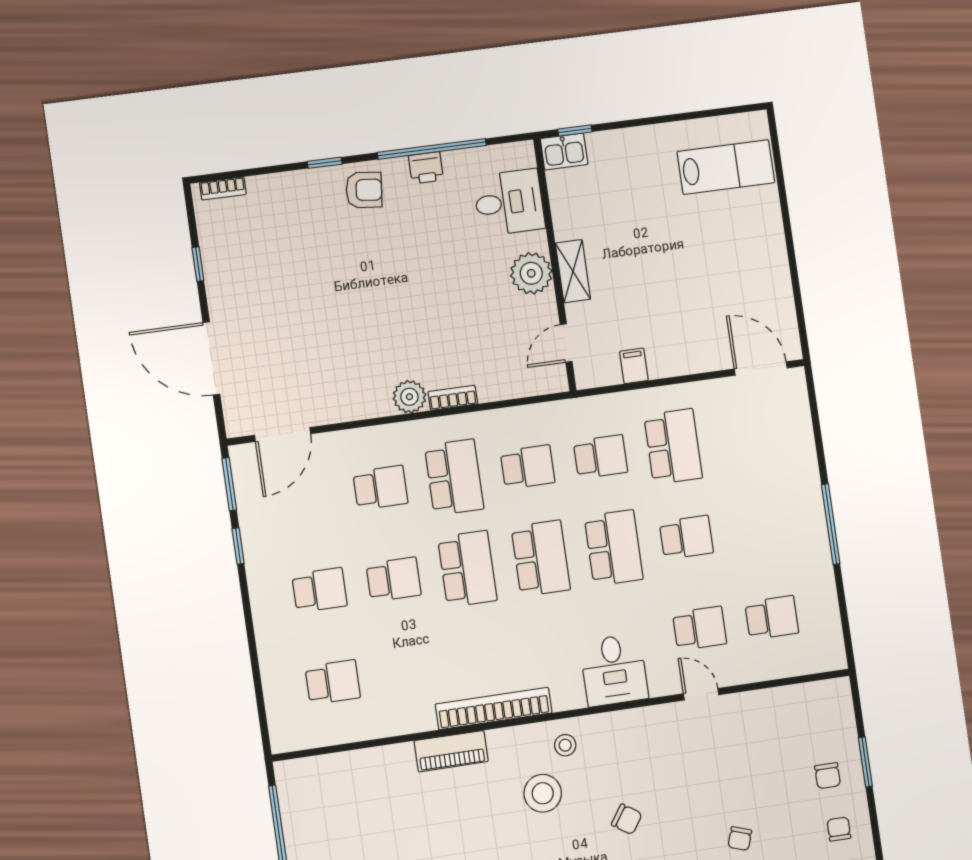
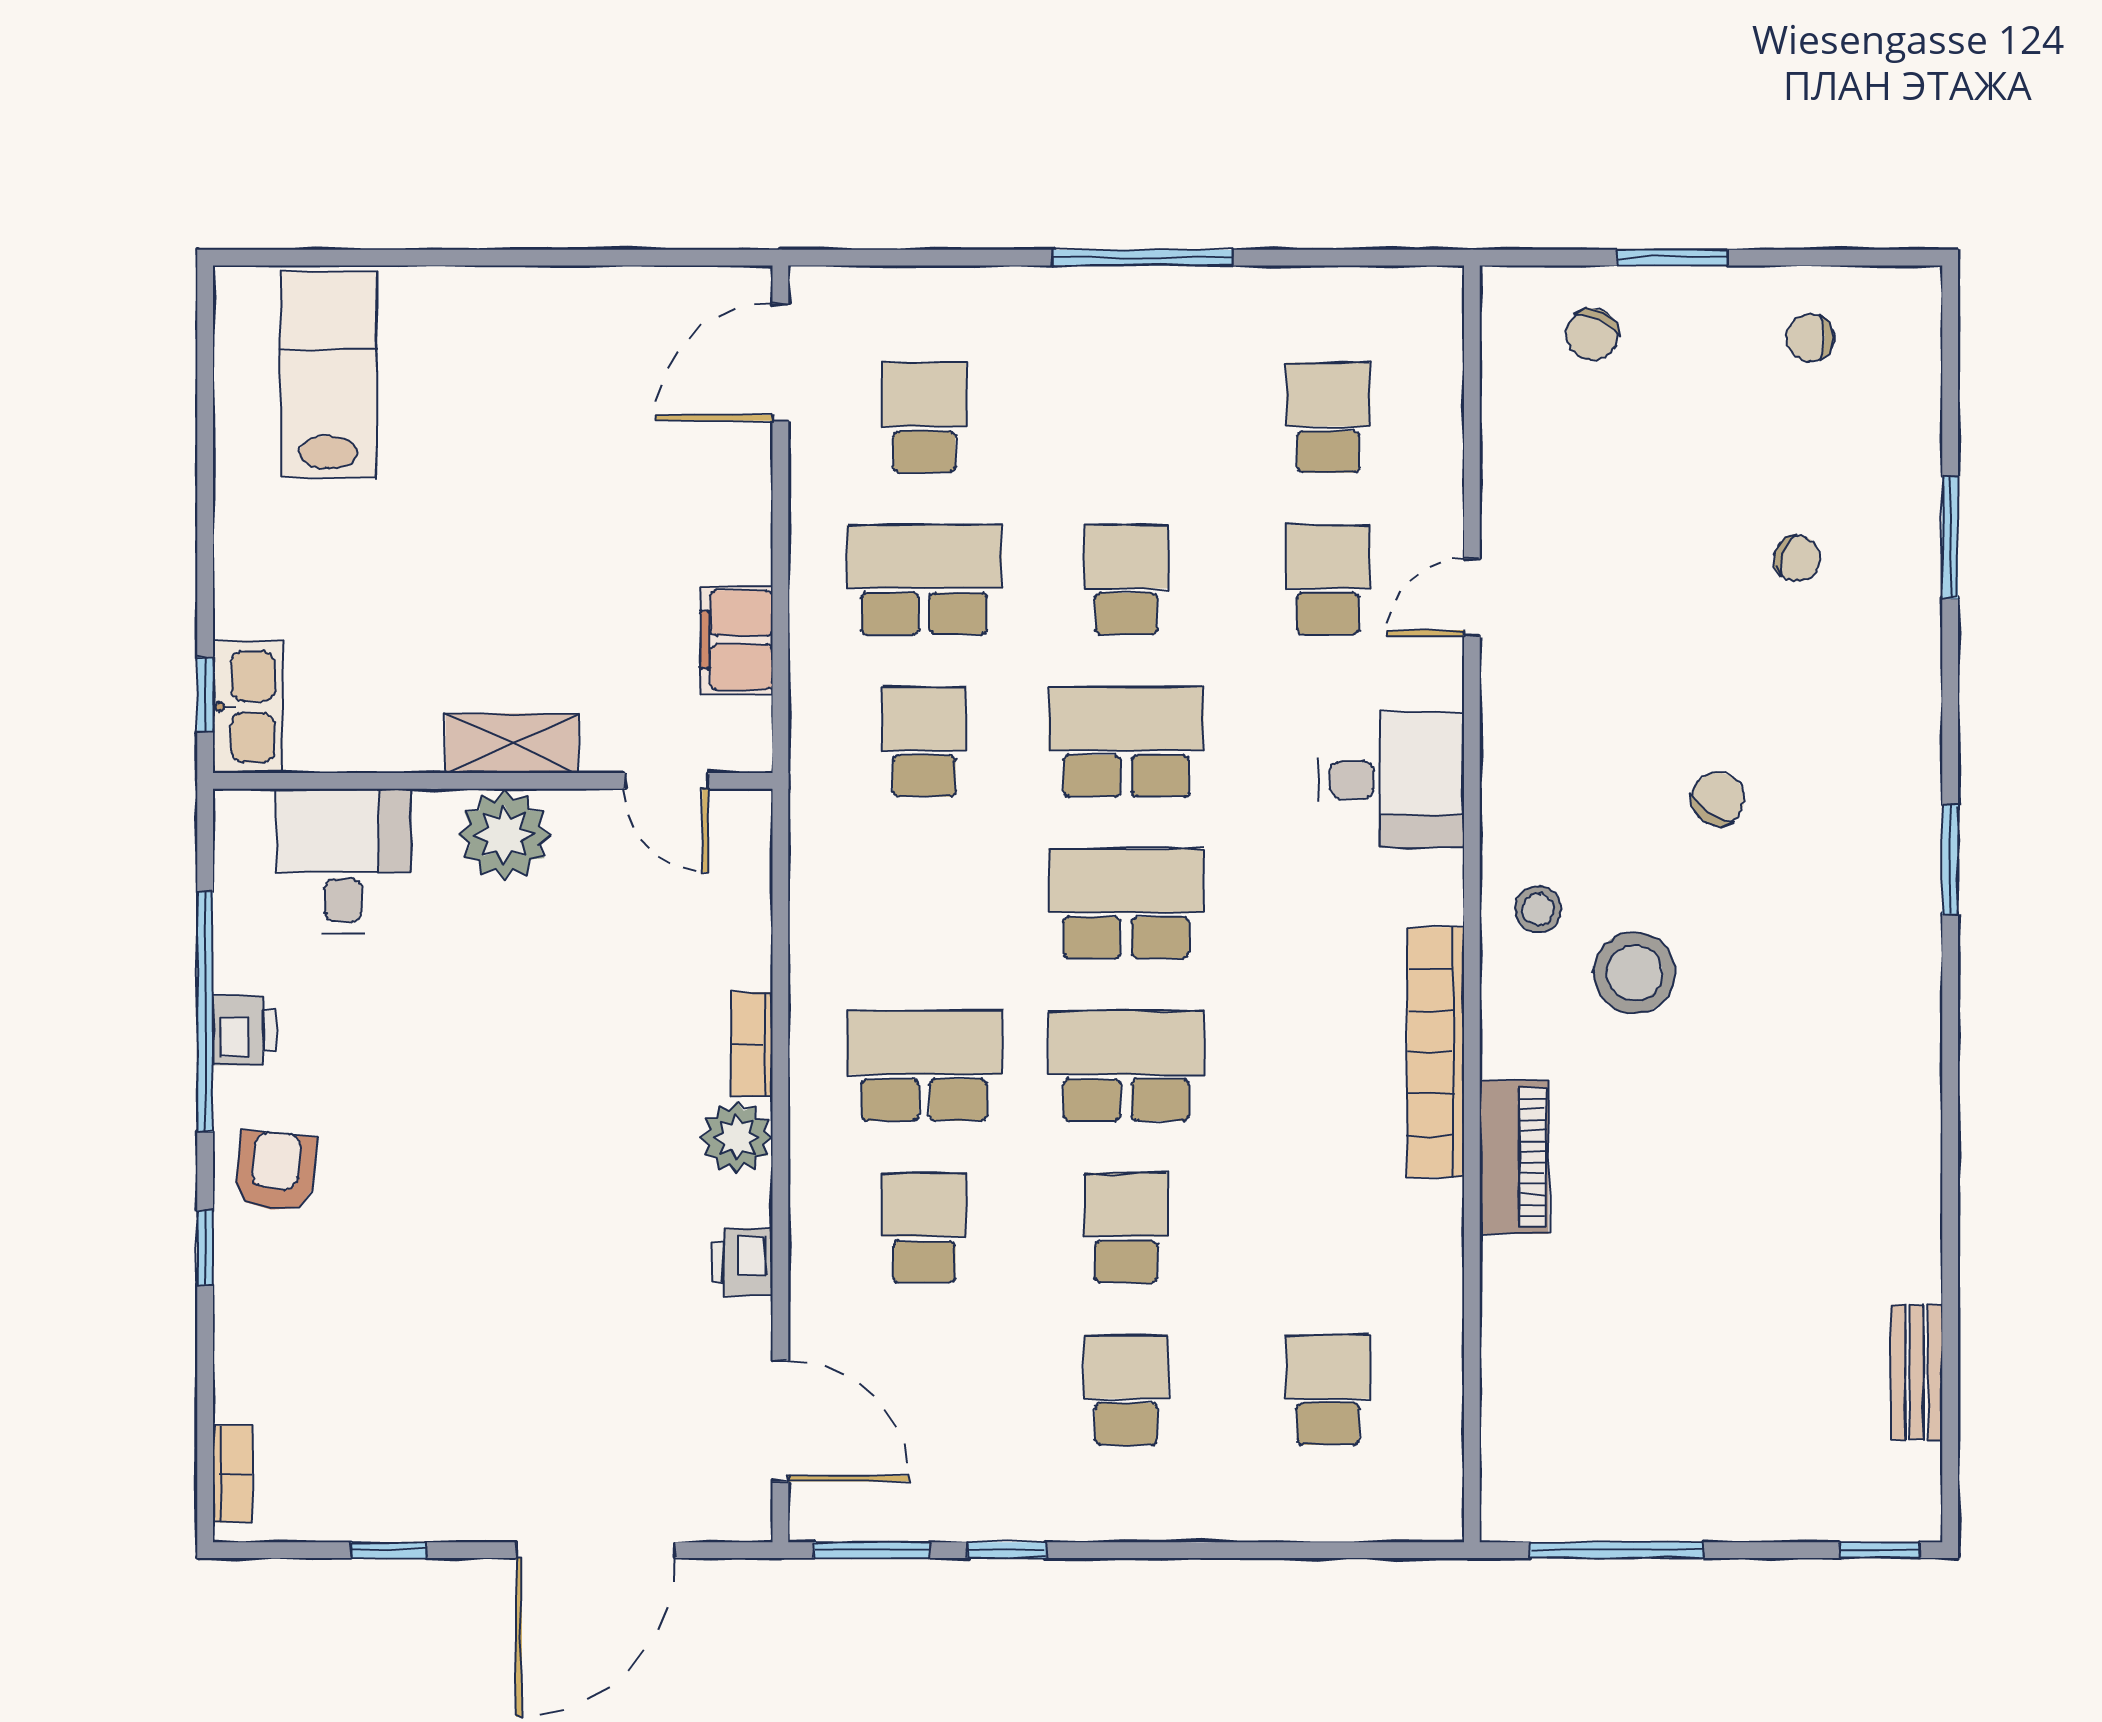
kitchen sink: (564, 152) -> (248, 707), width x1.38
filing cabinet: (634, 366) -> (737, 640), width x2.00
printer: (353, 407) -> (742, 1262), added
school desk: (528, 467) -> (924, 418), moved
chair: (828, 776) -> (1592, 335), moved, turned 116

